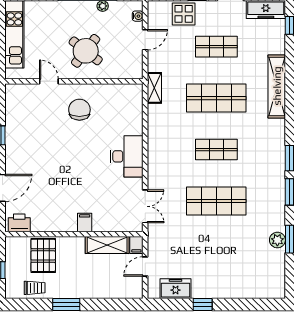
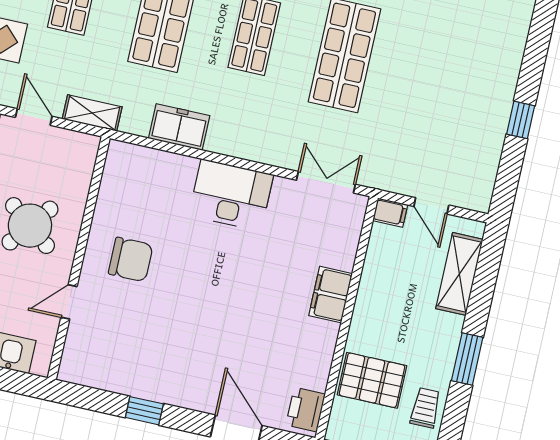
shelving: (154, 88) -> (92, 113), moved
chair: (79, 110) -> (131, 259), turned 180
filing cabinet: (85, 222) -> (331, 295), width x2.00
shelving: (107, 245) -> (459, 274), moved
freezer: (176, 289) -> (179, 127), moved, turned 90

